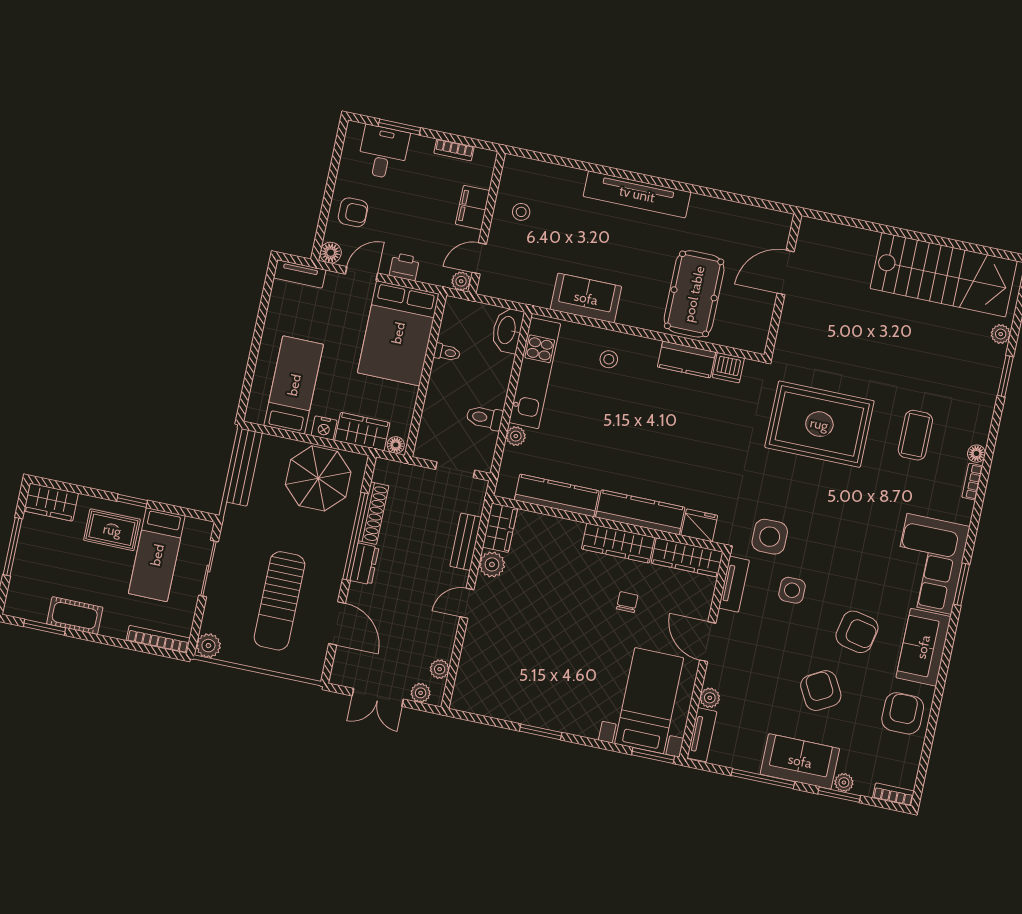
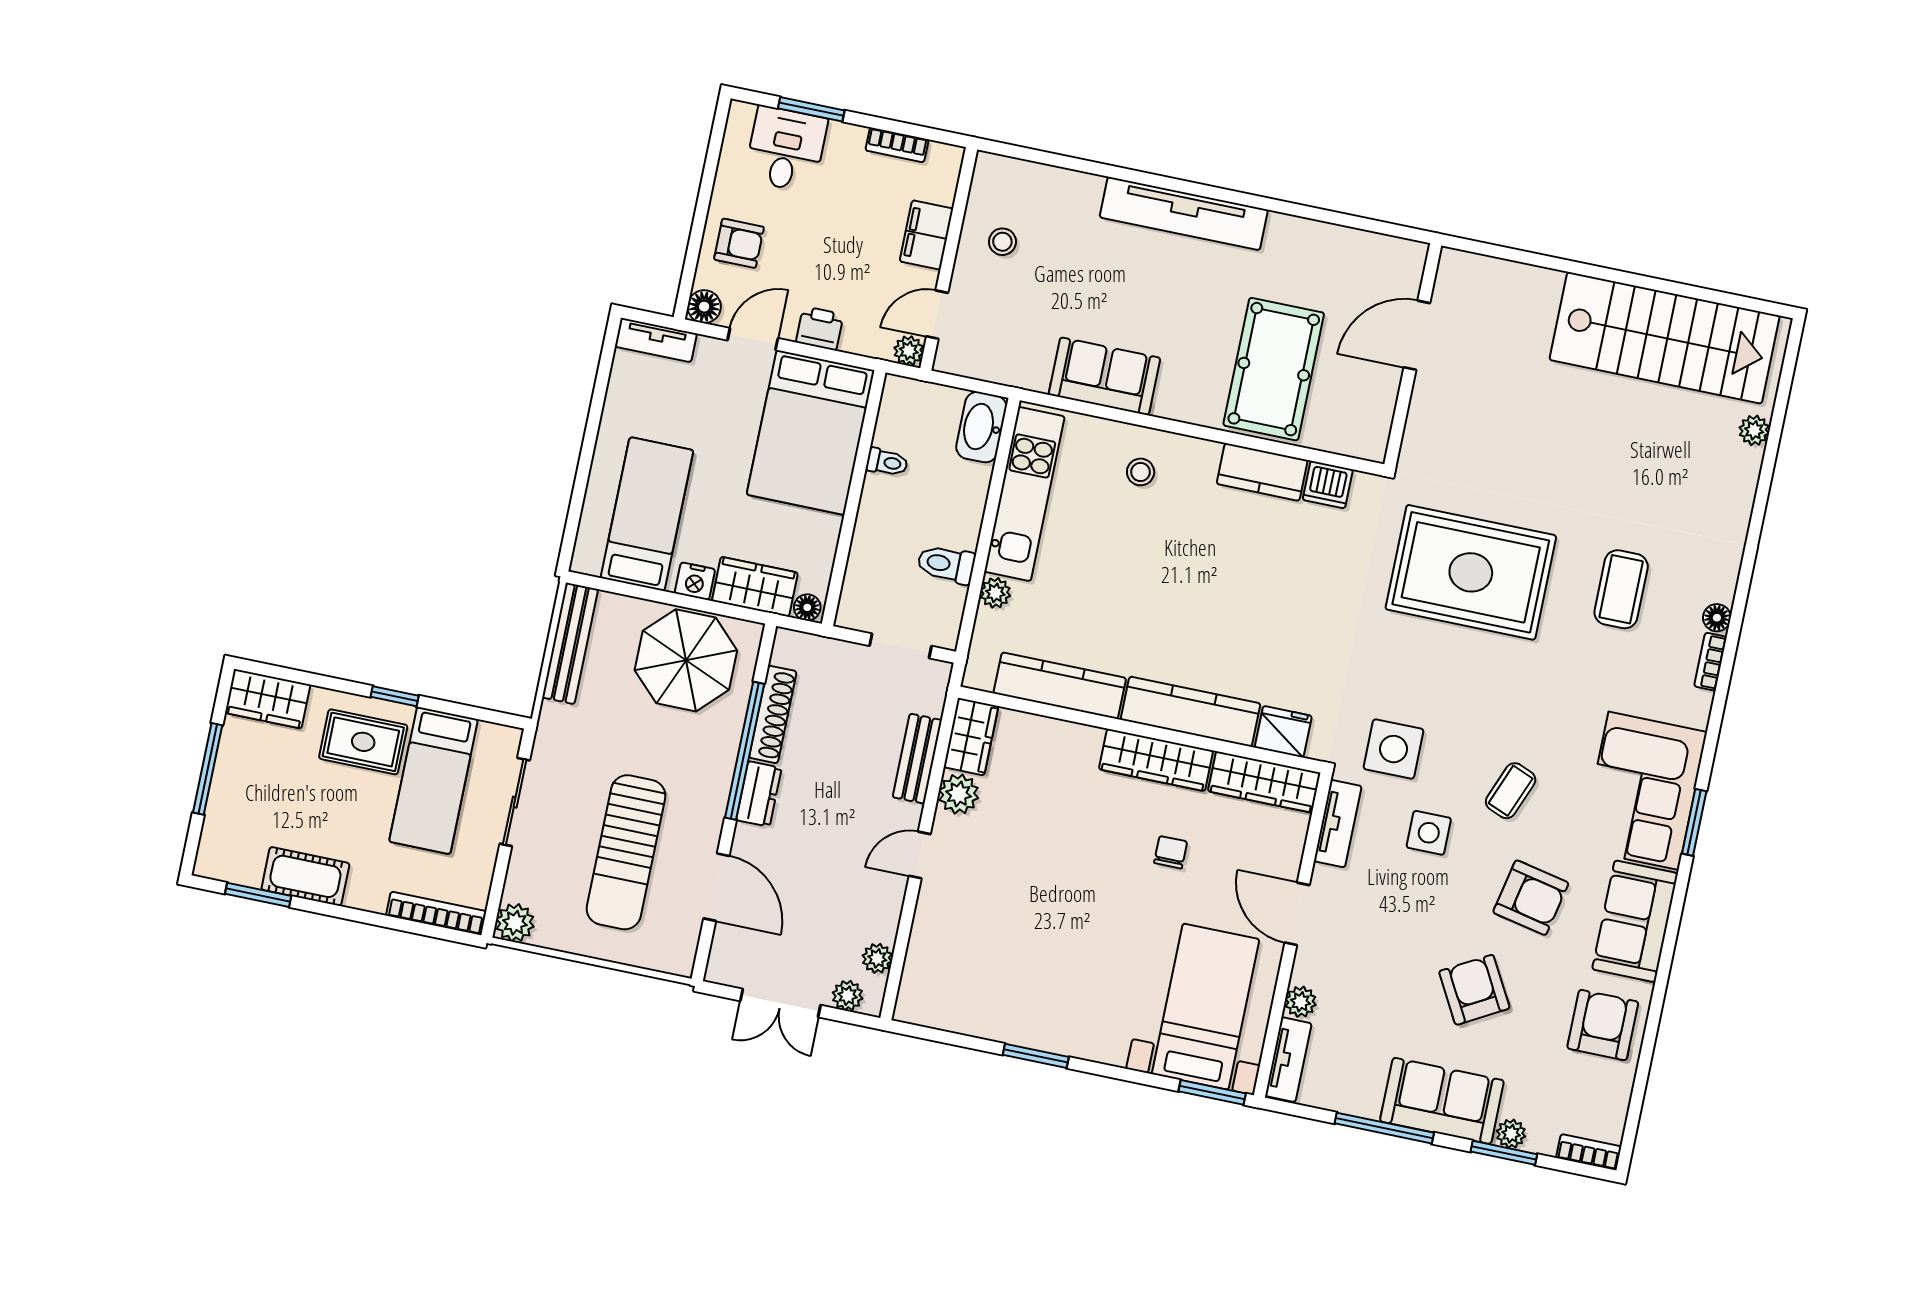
window: (1005, 376) -> (1762, 496), removed
coffee table: (844, 564) -> (1511, 791), added

